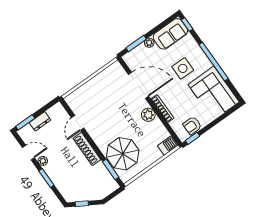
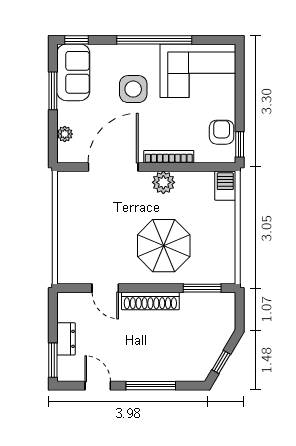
window: (136, 43) -> (53, 91), moved
plant: (149, 43) -> (65, 134), moved
armchair: (192, 126) -> (222, 132), turned 180
door: (28, 153) -> (98, 386), hinge flipped
parasol: (123, 154) -> (164, 246), moved
plant: (43, 161) -> (124, 374), removed
window: (46, 178) -> (151, 386), width x1.44

